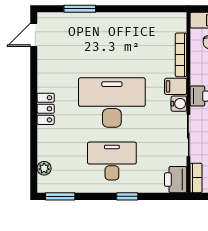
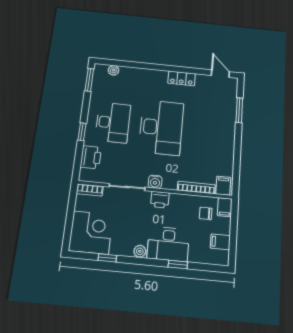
filing cabinet: (176, 86) -> (223, 186), moved
locker: (46, 109) -> (182, 78), moved
printer: (176, 180) -> (91, 157), moved, turned 90

